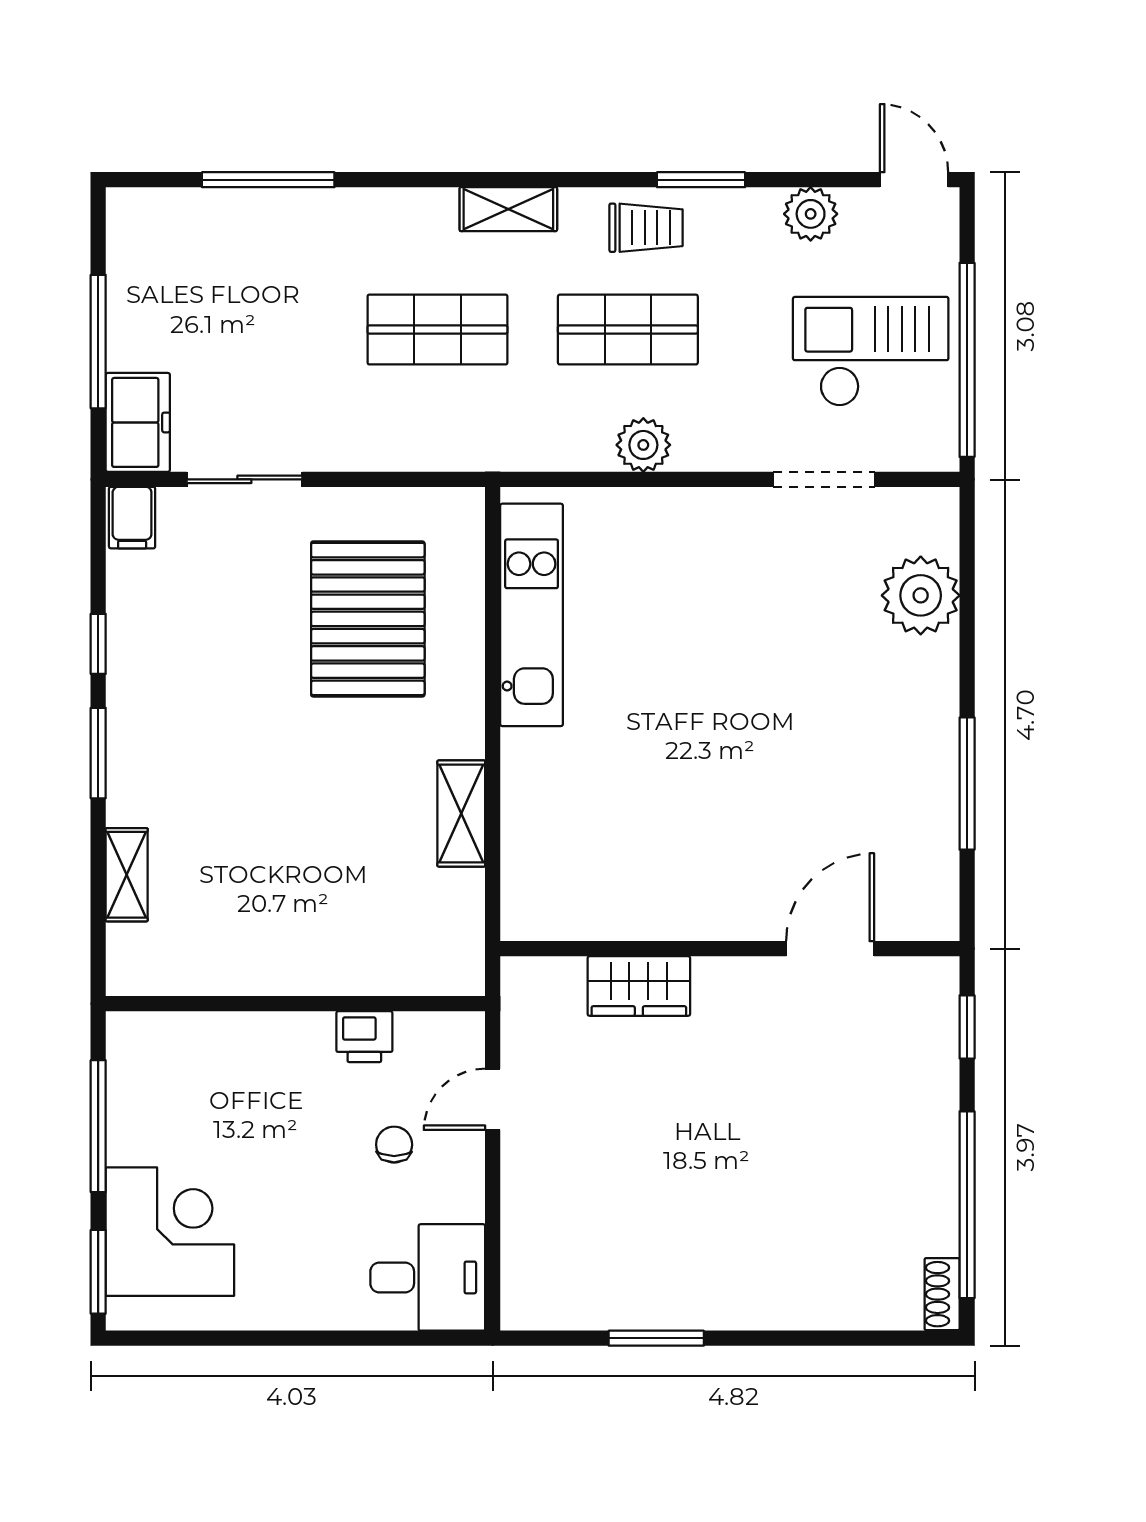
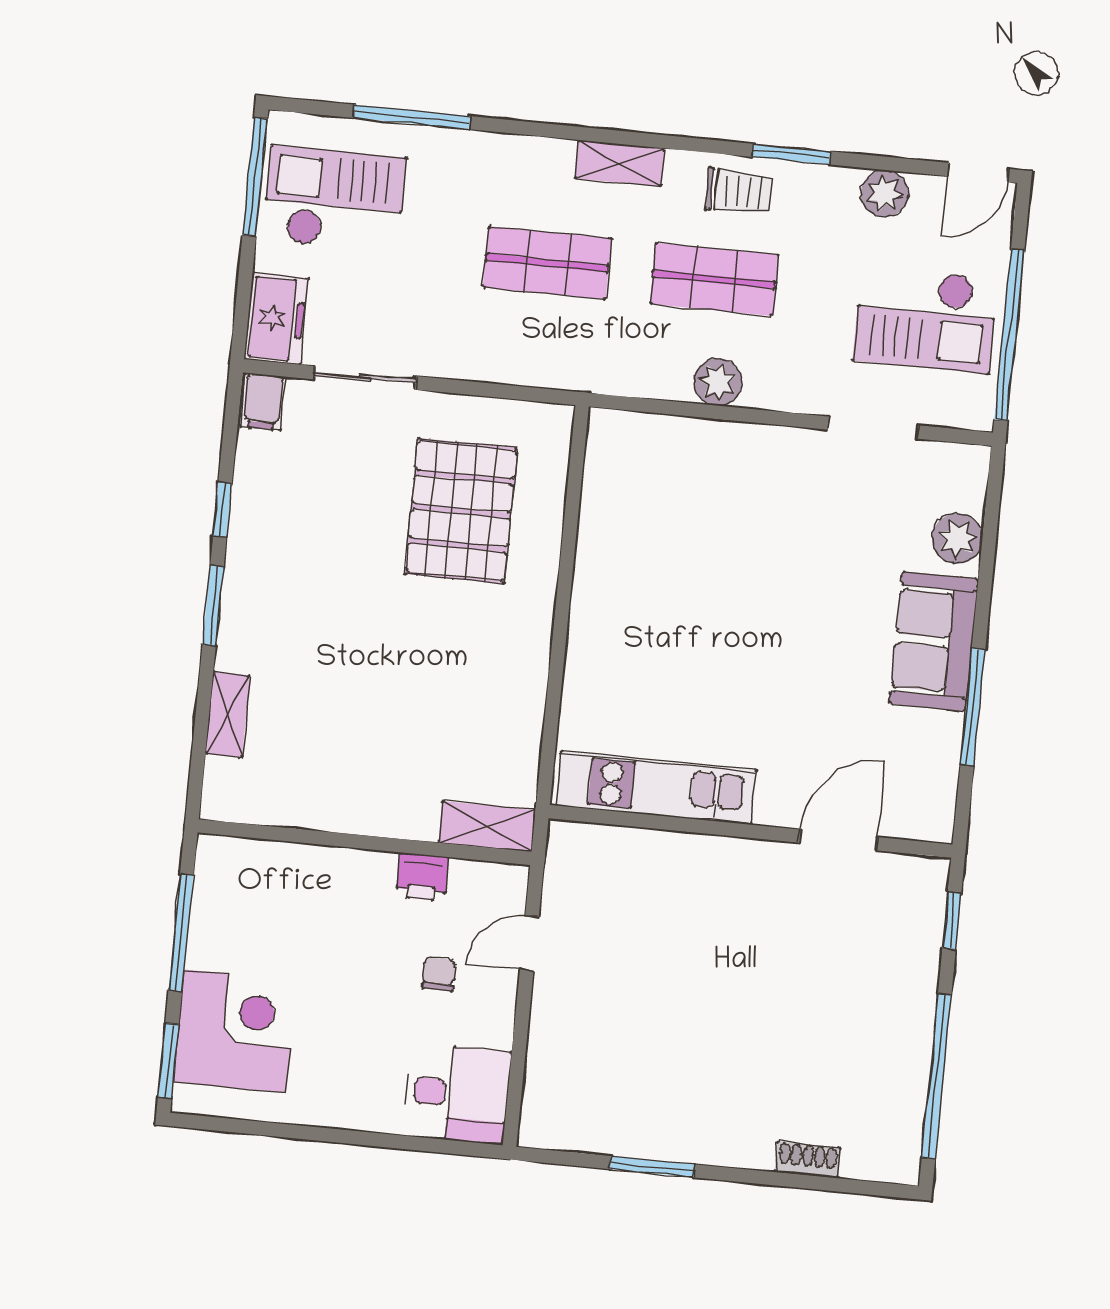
door: (914, 180) -> (978, 172), swing flipped
checkout: (190, 281) -> (334, 199), added
window: (98, 342) -> (255, 177), moved
checkout: (871, 352) -> (925, 319), turned 180
plant: (921, 595) -> (957, 539), width x0.73, depth x0.73
kitchen unit: (532, 615) -> (656, 788), moved, turned -90
sofa: (916, 714) -> (934, 641), added
shelving: (461, 813) -> (487, 826), moved, turned 90
wardrobe: (639, 986) -> (667, 856), removed
shoe rack: (942, 1294) -> (808, 1160), moved, turned 90

